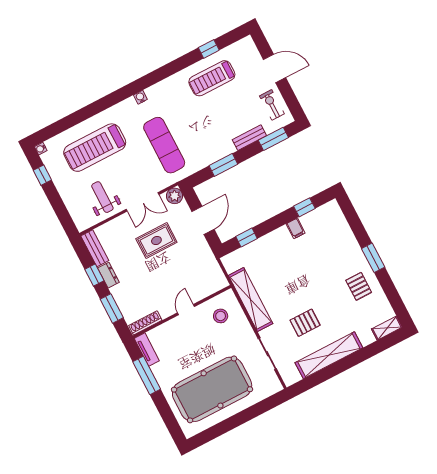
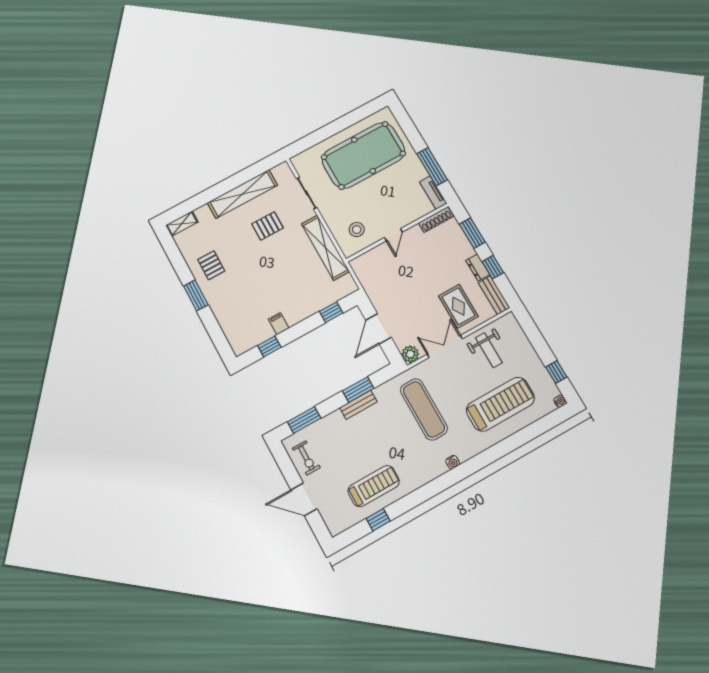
bench: (249, 138) -> (358, 405), moved
rug: (156, 240) -> (458, 306), moved, turned 90

